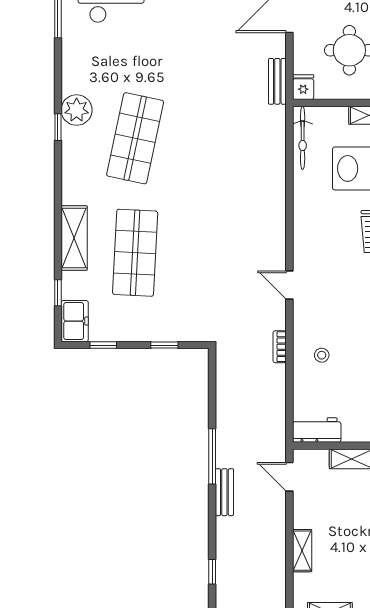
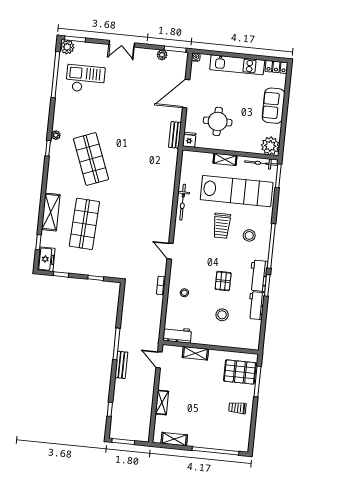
plant: (77, 110) -> (56, 135), width x0.53, depth x0.53
shop shelf: (135, 138) -> (91, 159), turned -33
bicycle: (303, 138) -> (183, 202), moved

